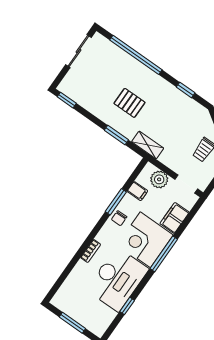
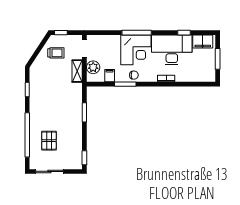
pallet: (129, 103) -> (49, 141), moved
shelving: (148, 145) -> (77, 71), moved
filing cabinet: (175, 218) -> (203, 41), moved

